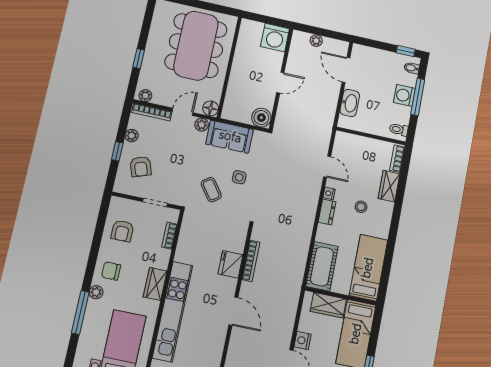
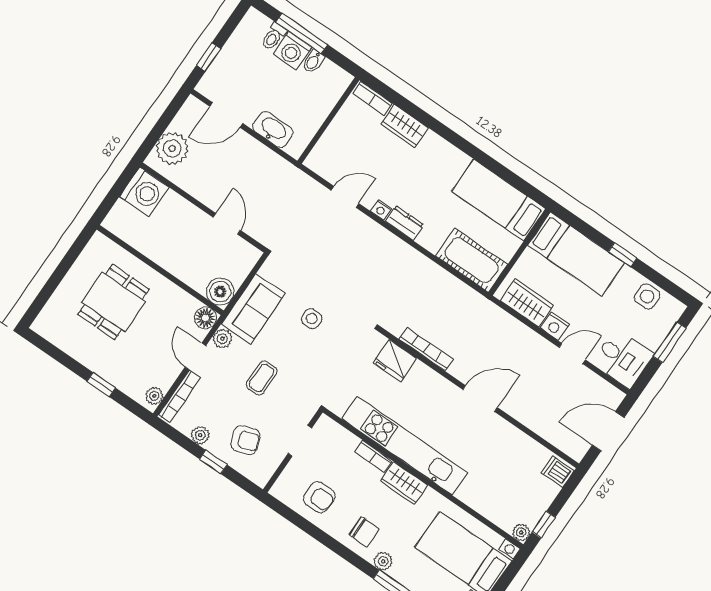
plant: (316, 41) -> (172, 148), width x1.87, depth x1.87
dining table: (196, 46) -> (113, 302), width x0.53, depth x0.80
window: (406, 51) -> (209, 57), moved
bidet: (412, 68) -> (313, 61), moved
door: (280, 83) -> (227, 224), moved
boiler: (261, 118) -> (220, 292), moved
toilet: (399, 130) -> (273, 37), moved
coffee table: (211, 190) -> (262, 378), moved, turned -54
stool: (361, 207) -> (416, 175), removed
bookcase: (169, 236) -> (374, 456), moved
fridge: (230, 264) -> (395, 361), moved
chair: (111, 271) -> (364, 532), turned -90
wardrobe: (328, 305) -> (527, 303), moved, turned -90
kitchen unit: (173, 312) -> (405, 446), moved

